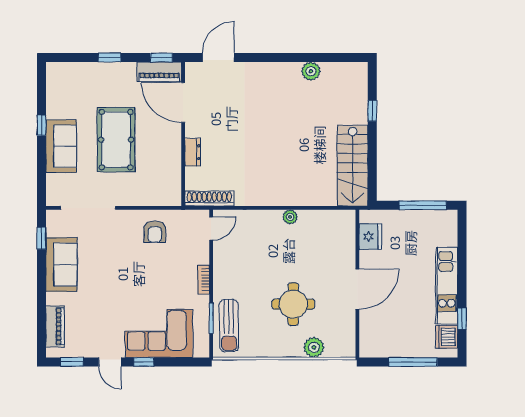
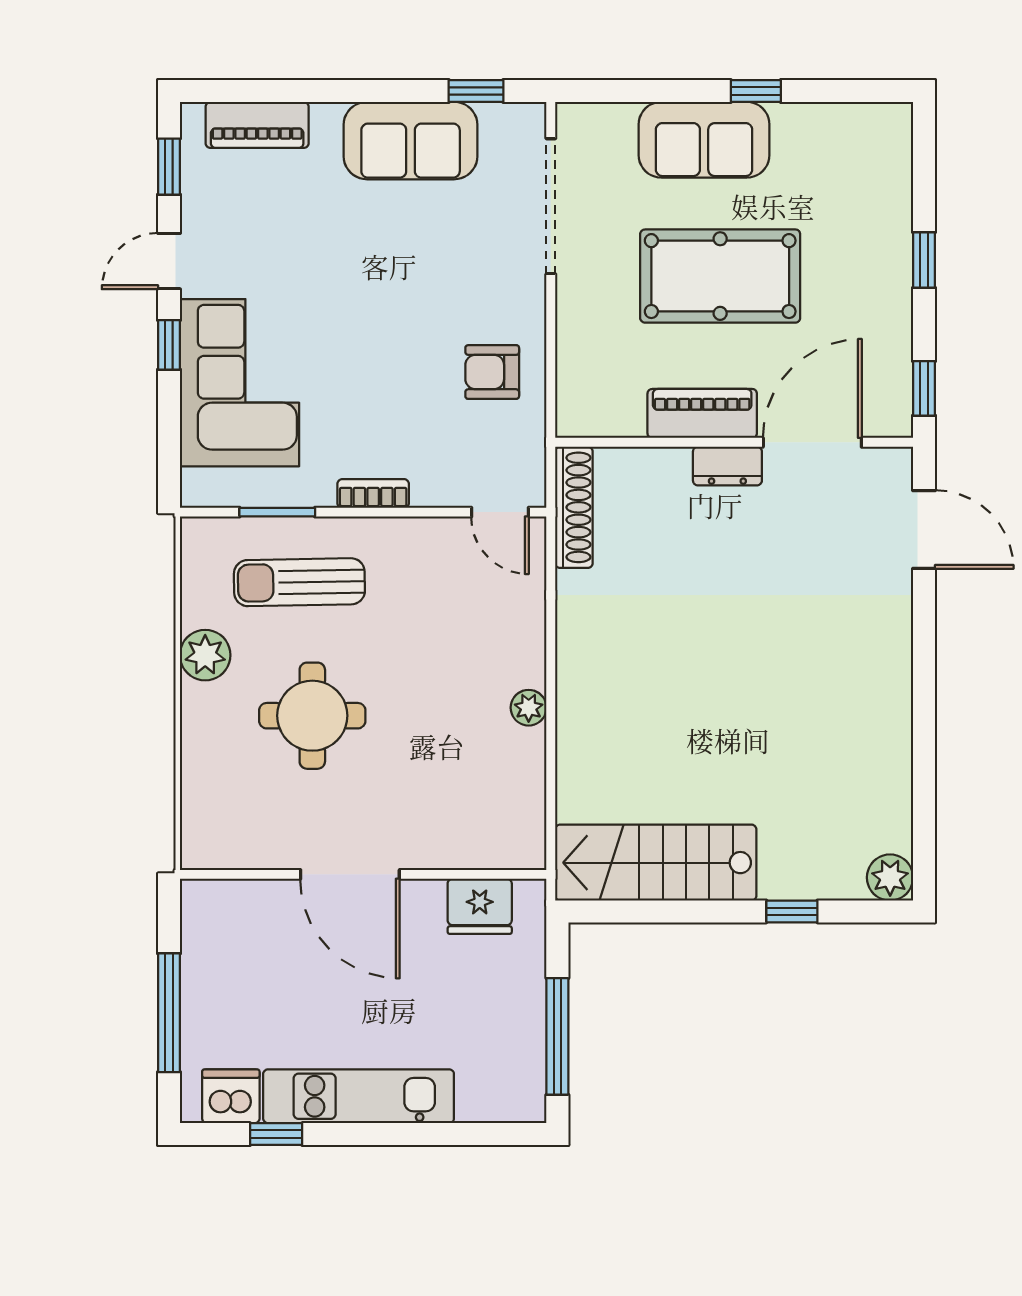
plant: (311, 71) -> (890, 877), moved
piano: (159, 72) -> (702, 413), moved, turned 90
dresser: (193, 152) -> (727, 466), moved
sun lounger: (229, 326) -> (299, 582), moved
plant: (314, 347) -> (205, 655), moved

